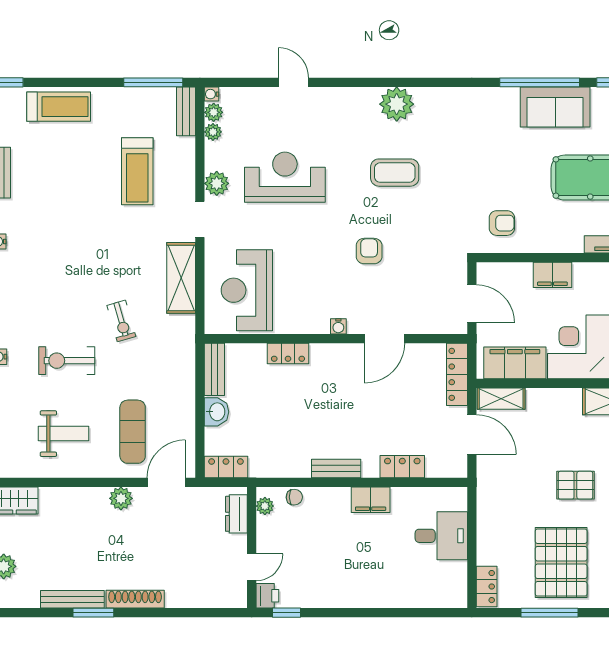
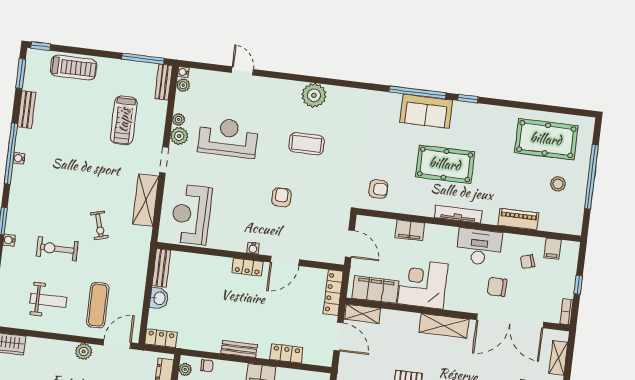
plant: (213, 132) -> (178, 120), moved
locker: (288, 354) -> (247, 267), moved

